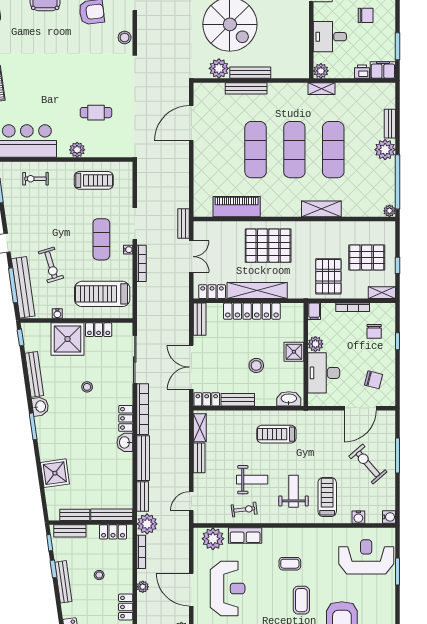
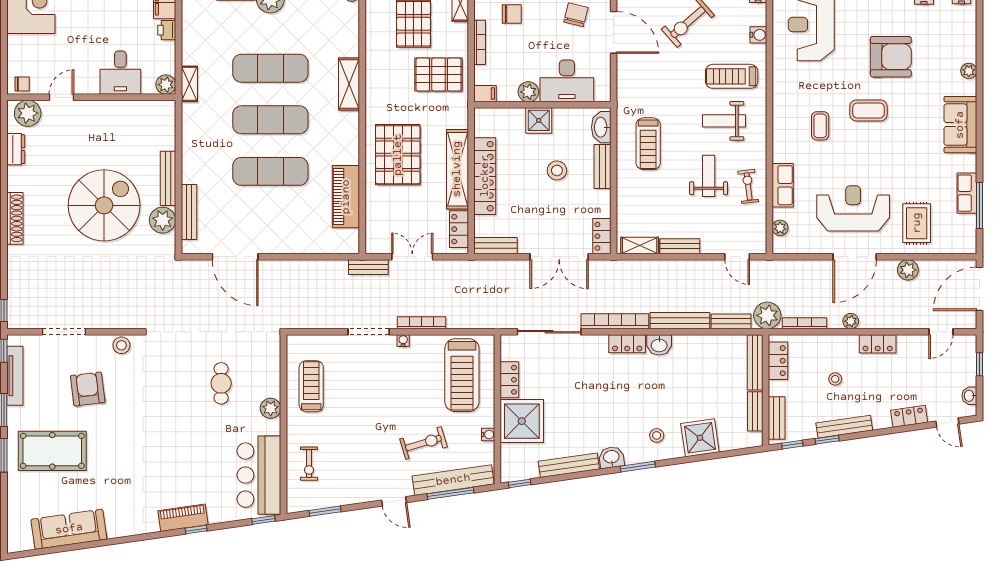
chair: (366, 15) -> (92, 25), removed
bench: (246, 88) -> (189, 212), moved
exercise mat: (101, 239) -> (389, 376), removed
stool: (87, 387) -> (657, 435), moved
bench: (238, 400) -> (602, 167), moved
plant: (213, 539) -> (780, 228), width x0.53, depth x0.53

